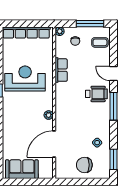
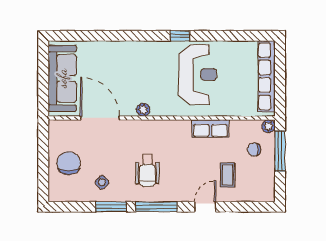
window: (90, 24) -> (280, 151), moved
coffee table: (100, 42) -> (227, 175), moved
wheelchair: (96, 94) -> (148, 170), moved
window: (113, 159) -> (111, 207), moved
sofa: (22, 169) -> (62, 78), width x1.36

